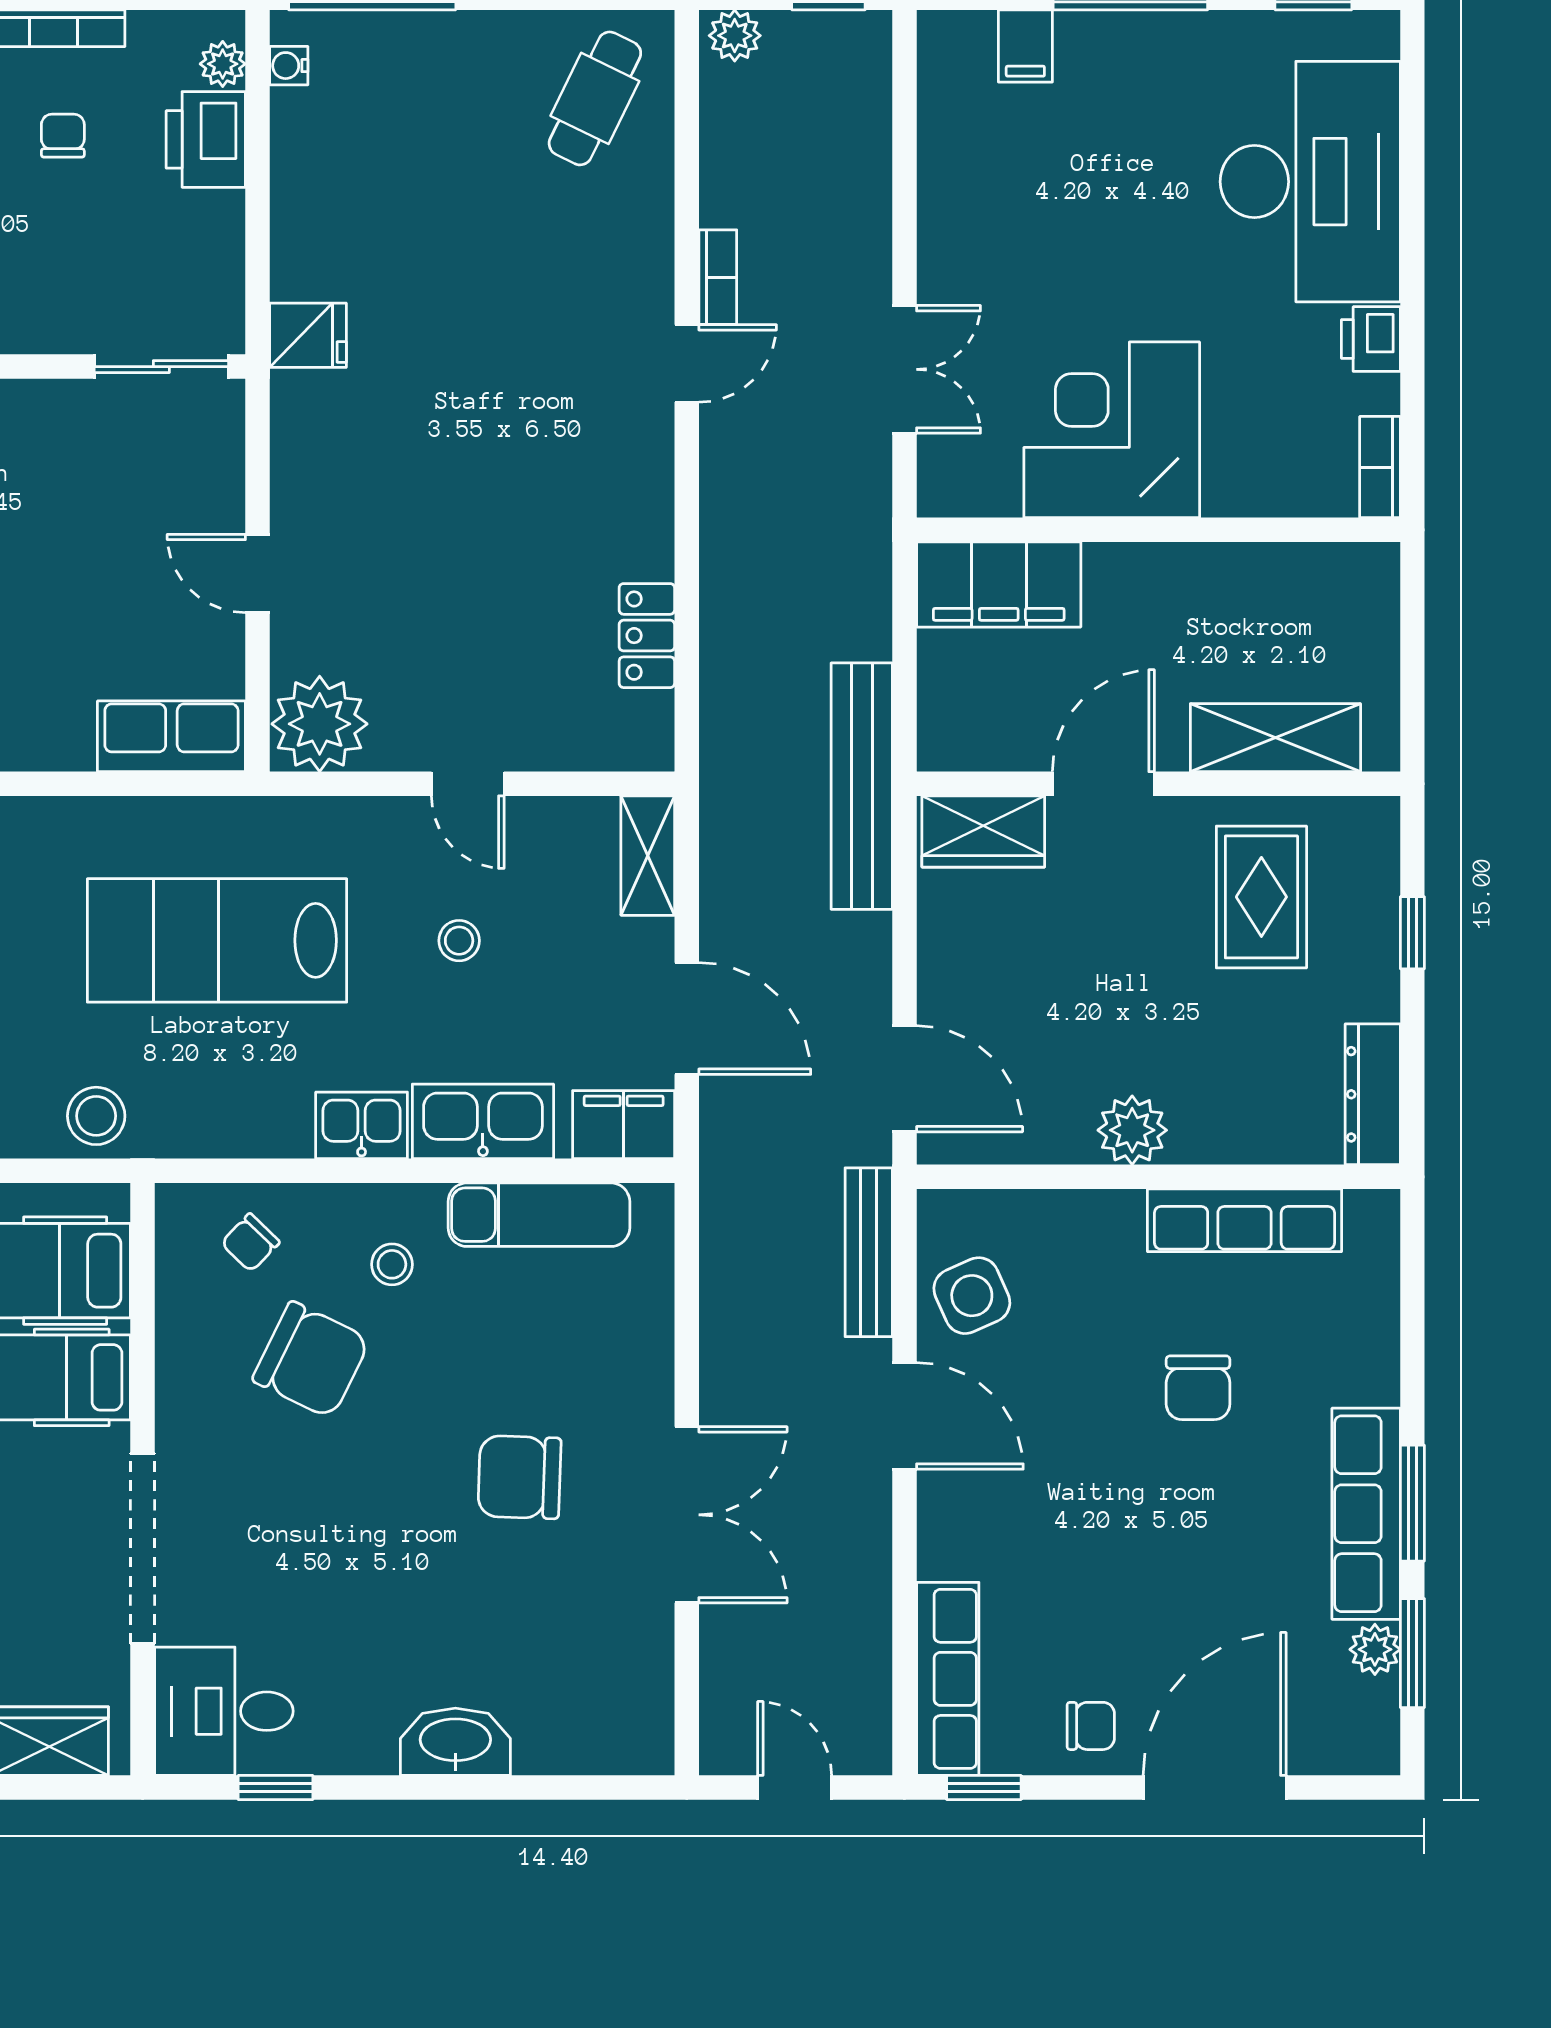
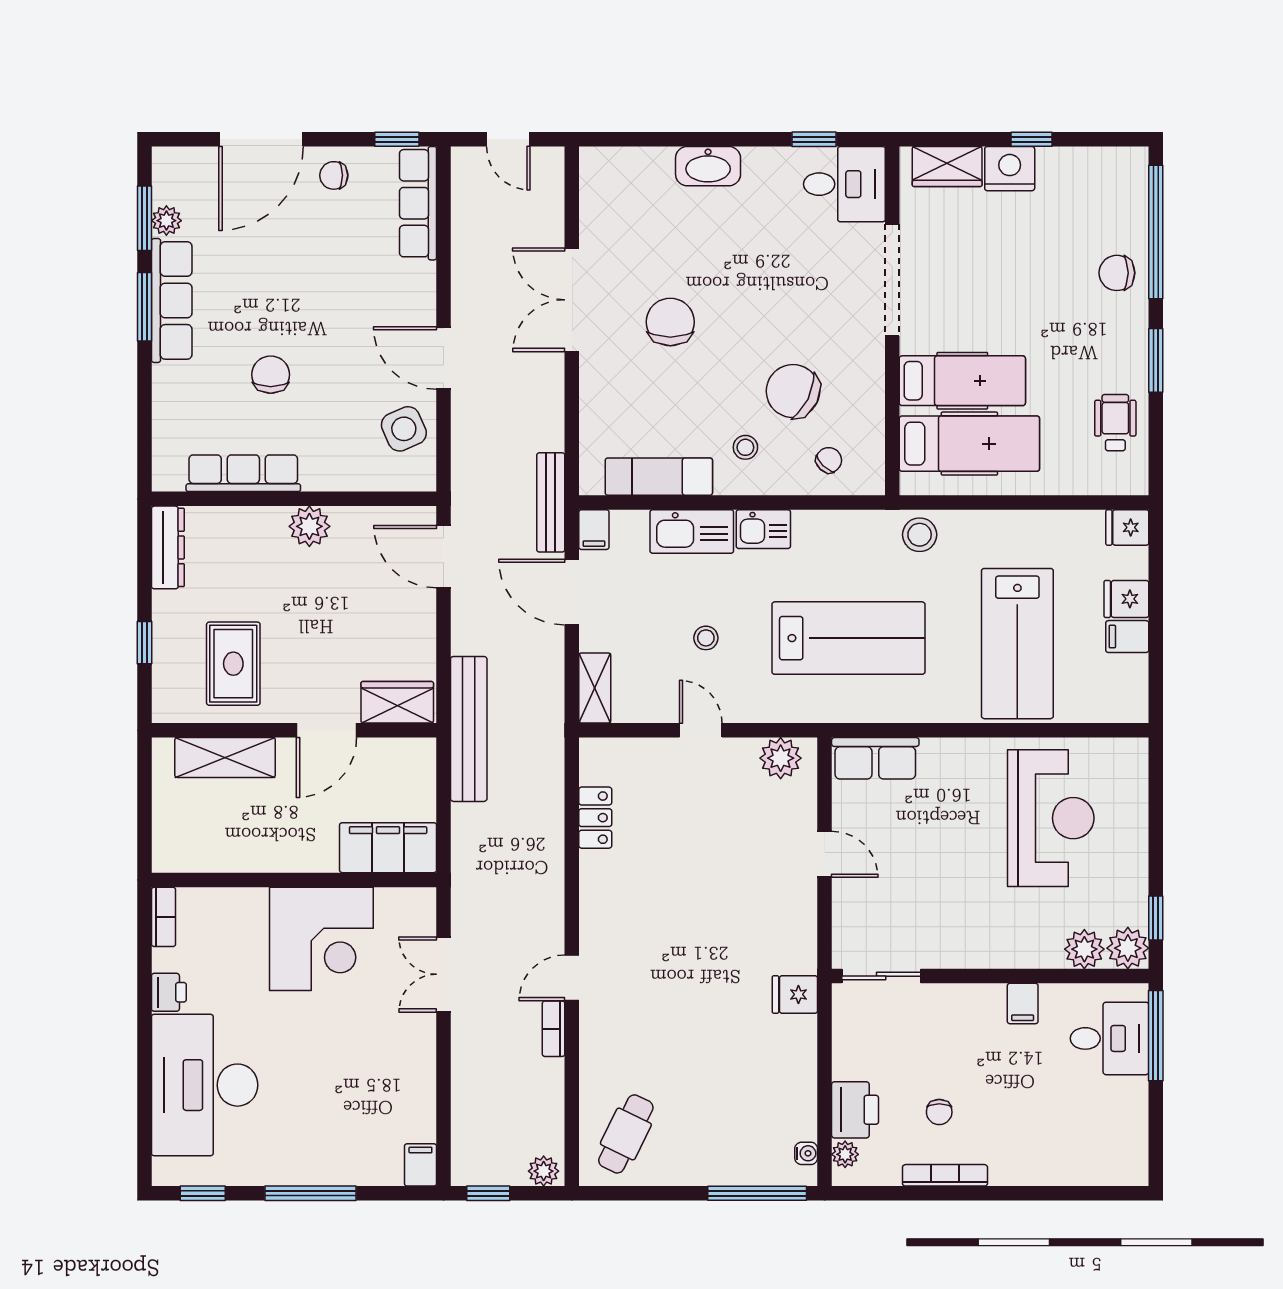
filing cabinet: (1025, 46) -> (420, 1165), moved
plant: (320, 724) -> (781, 758), width x0.73, depth x0.73
filing cabinet: (624, 1125) -> (594, 530), width x0.50
bench: (869, 1252) -> (551, 502), moved
chair: (520, 1477) -> (670, 322), turned -92

